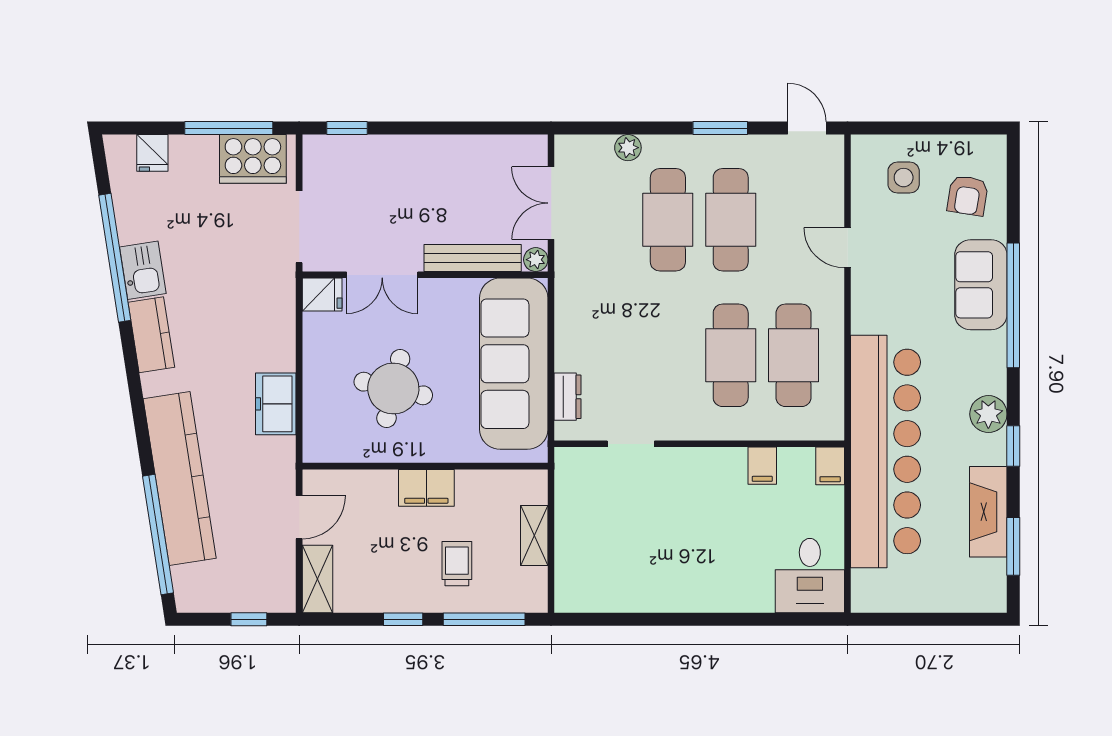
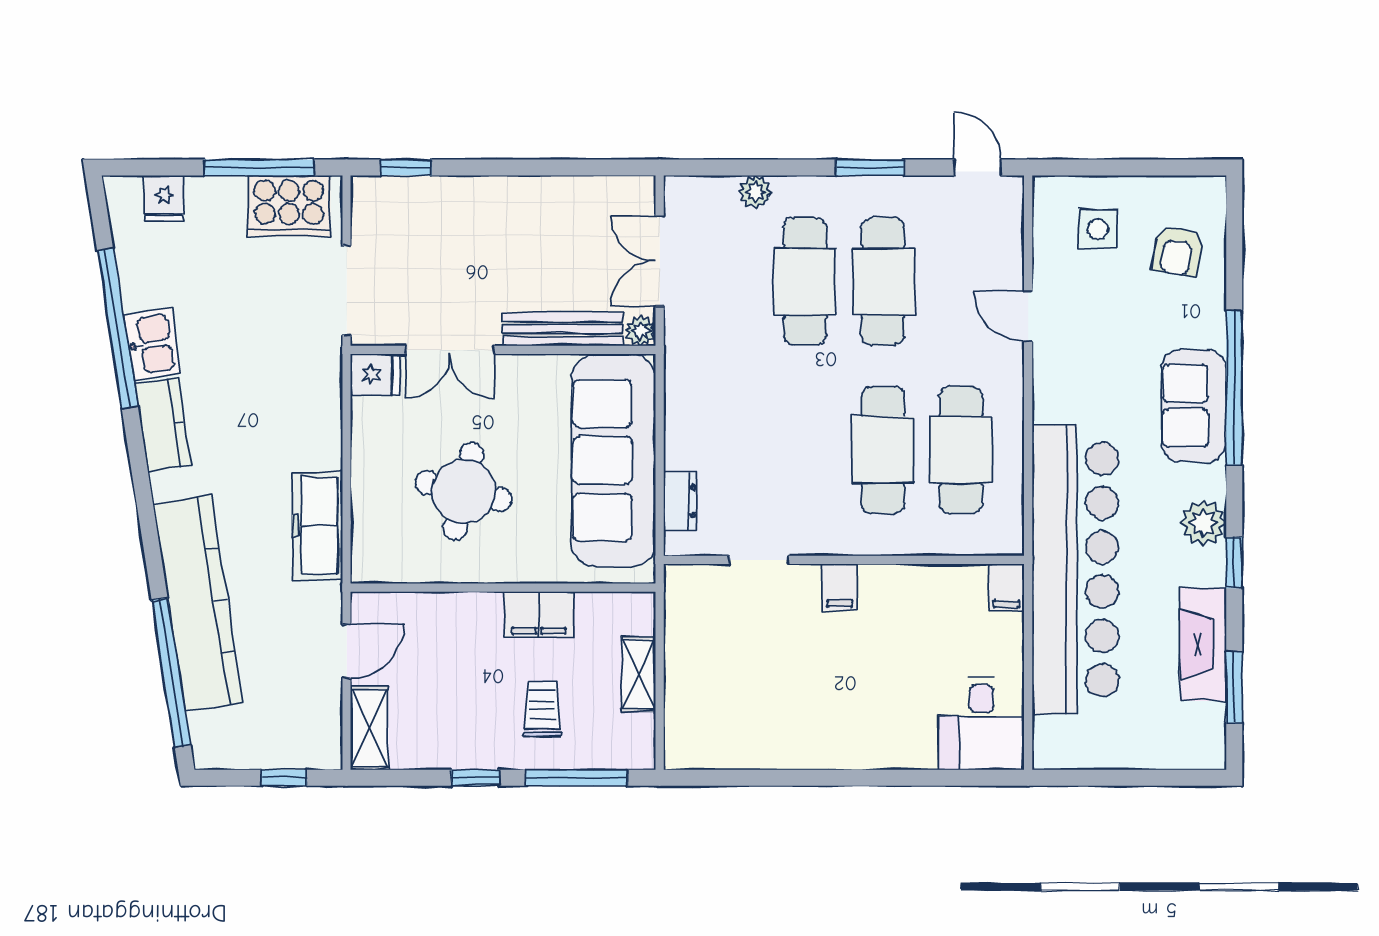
sofa: (981, 285) -> (1194, 406), moved
freezer: (276, 404) -> (317, 526), width x1.40
filing cabinet: (762, 466) -> (840, 587), moved
filing cabinet: (426, 488) -> (539, 615), moved

